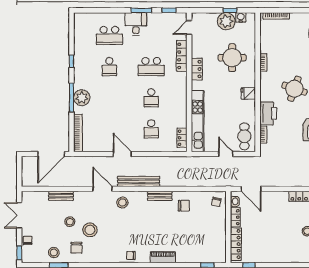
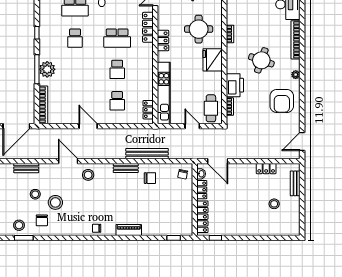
fridge: (248, 94) -> (213, 60), width x1.88, depth x1.34
bench: (139, 181) -> (147, 154), moved

